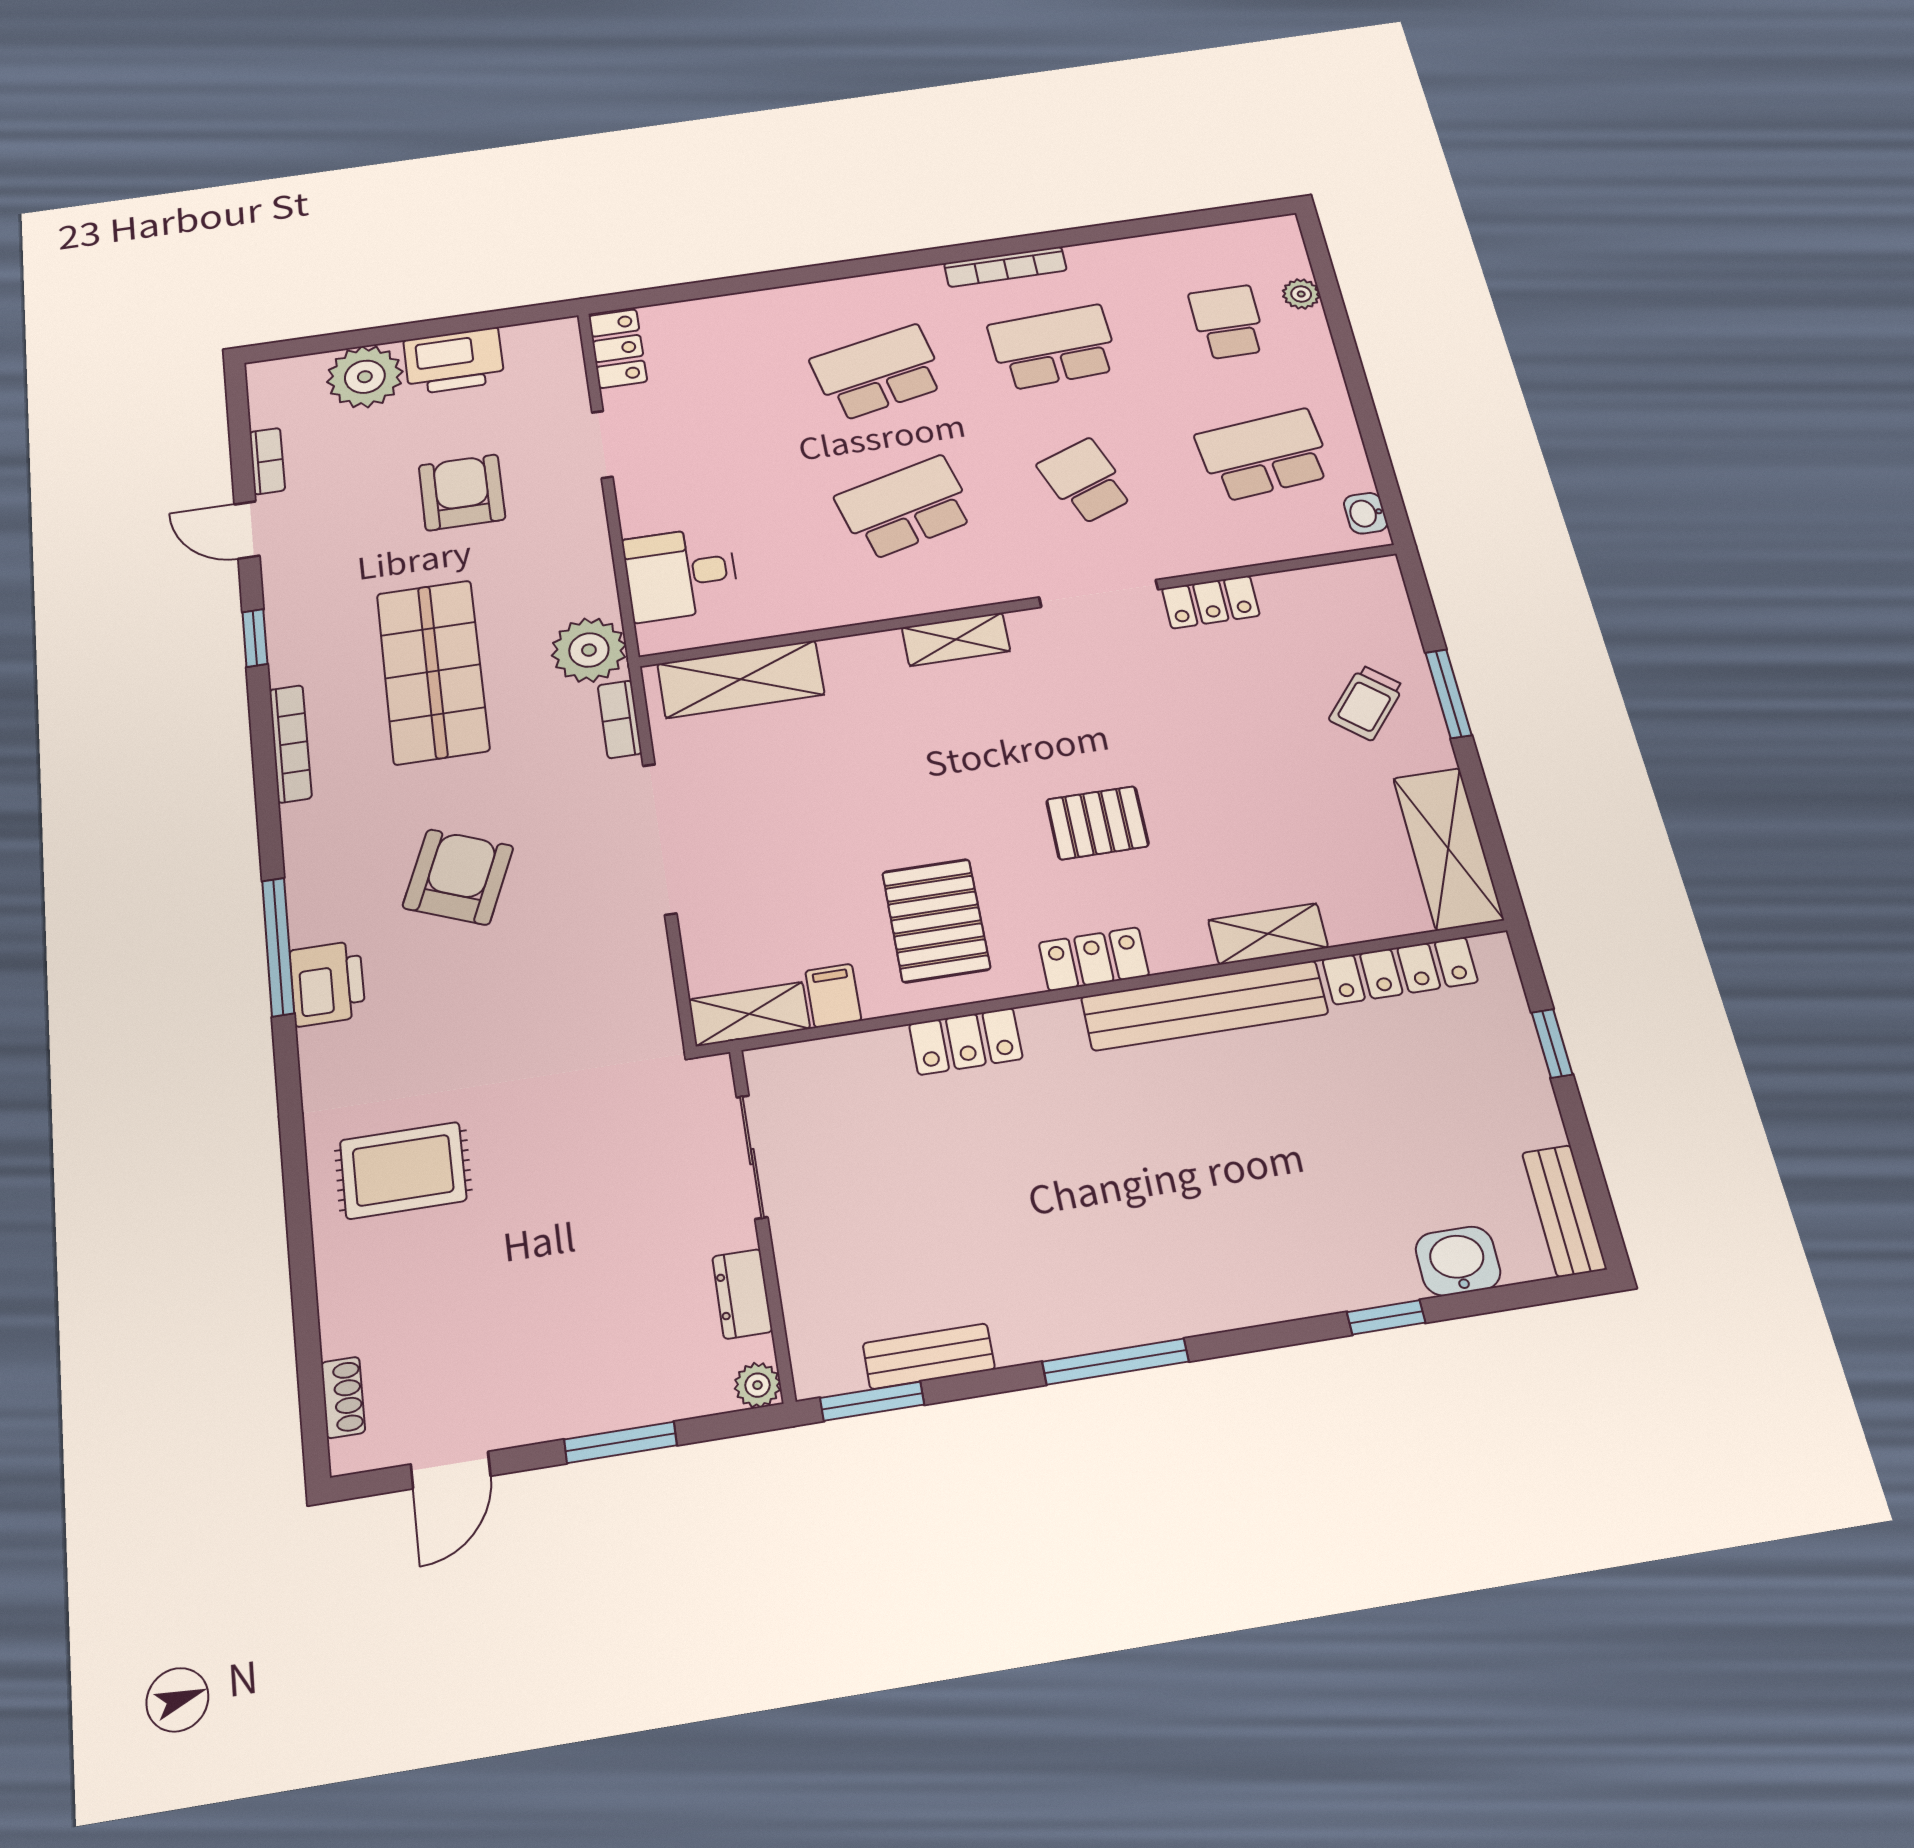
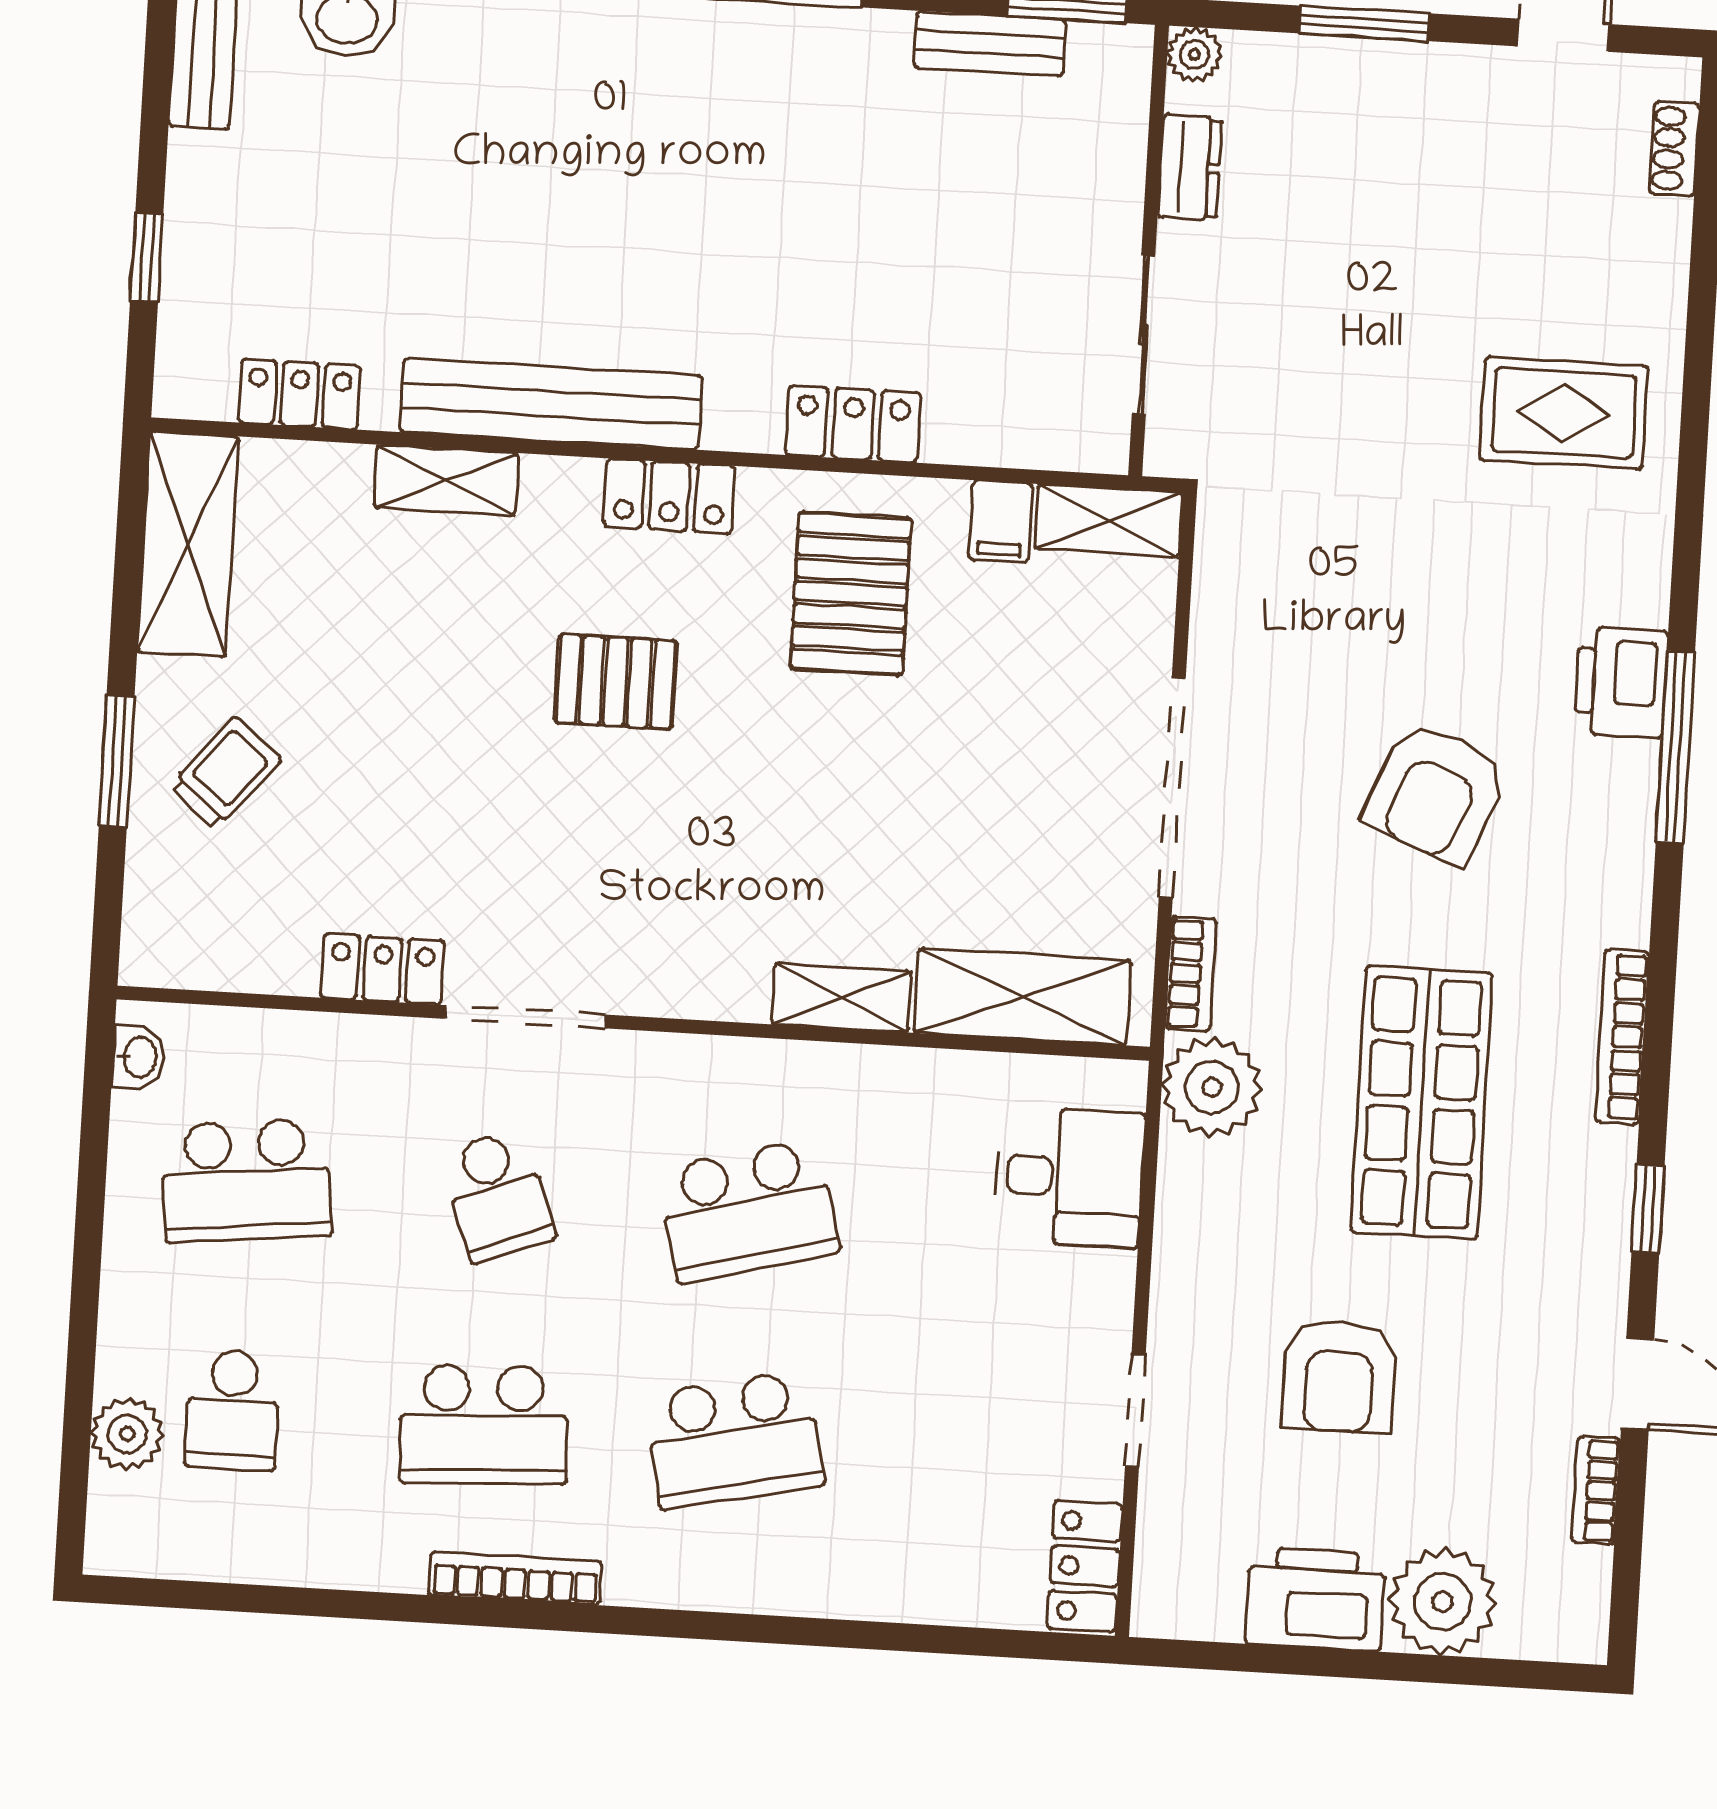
plant: (1301, 294) -> (127, 1434), width x1.38, depth x1.38
shelving: (956, 639) -> (841, 998), moved
locker: (1400, 971) -> (300, 394), width x0.66

